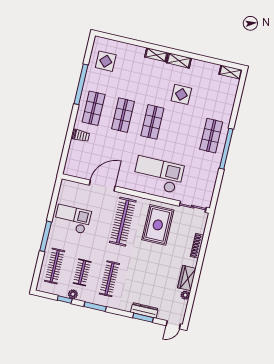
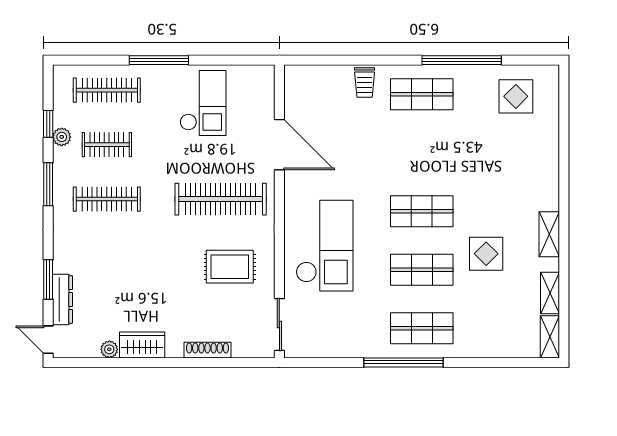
shelving: (156, 55) -> (550, 293), moved
shop shelf: (123, 115) -> (422, 270), moved
rug: (158, 225) -> (230, 267), width x0.73, depth x0.70
dresser: (144, 310) -> (62, 300), moved

